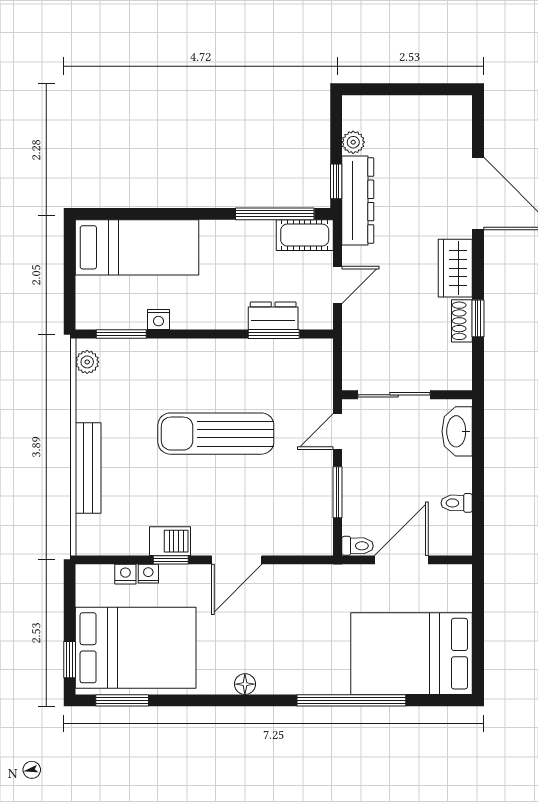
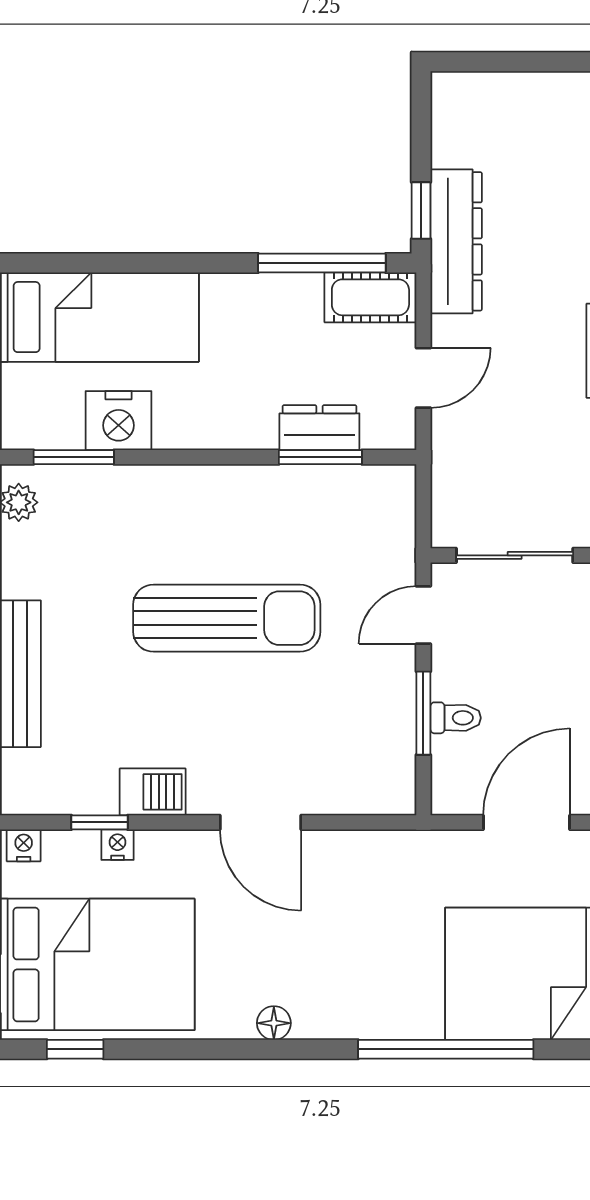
plant: (353, 142) -> (449, 147), removed
nightstand: (158, 319) -> (119, 421), width x1.89, depth x1.79
sun lounger: (216, 434) -> (227, 618), turned 180
toilet: (358, 546) -> (456, 718), moved
window: (171, 560) -> (99, 822), moved
door: (237, 560) -> (260, 822), hinge flipped
nightstand: (125, 574) -> (24, 845), moved
window: (122, 700) -> (75, 1049), width x0.67

